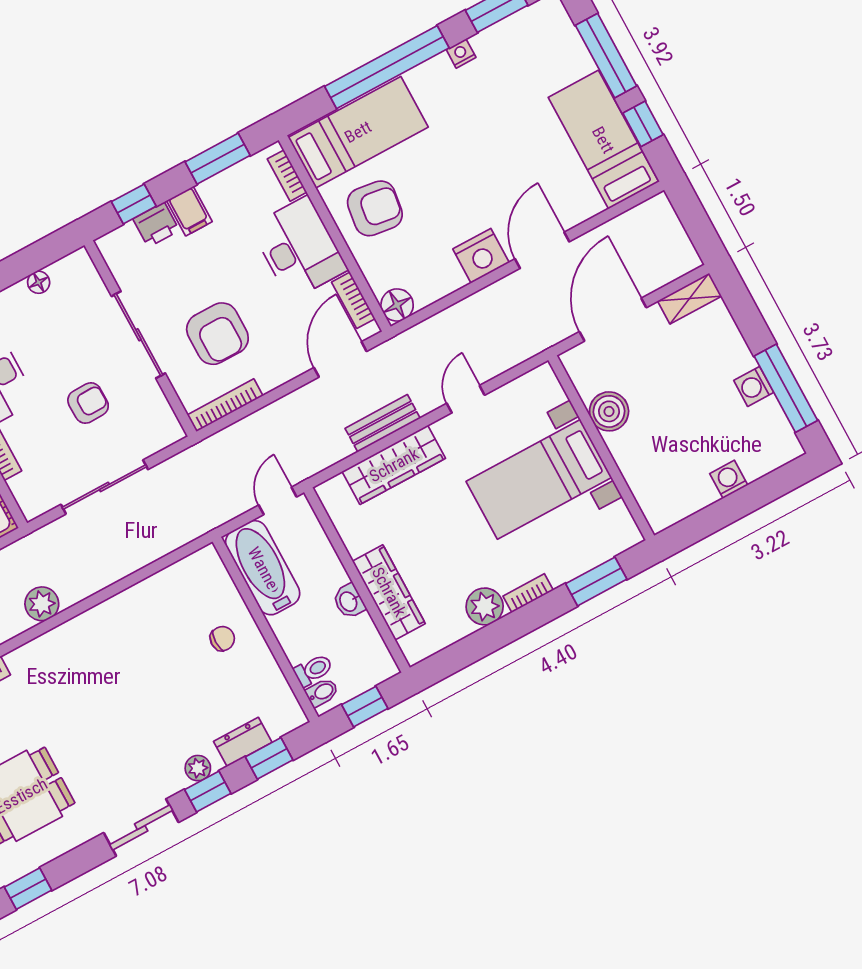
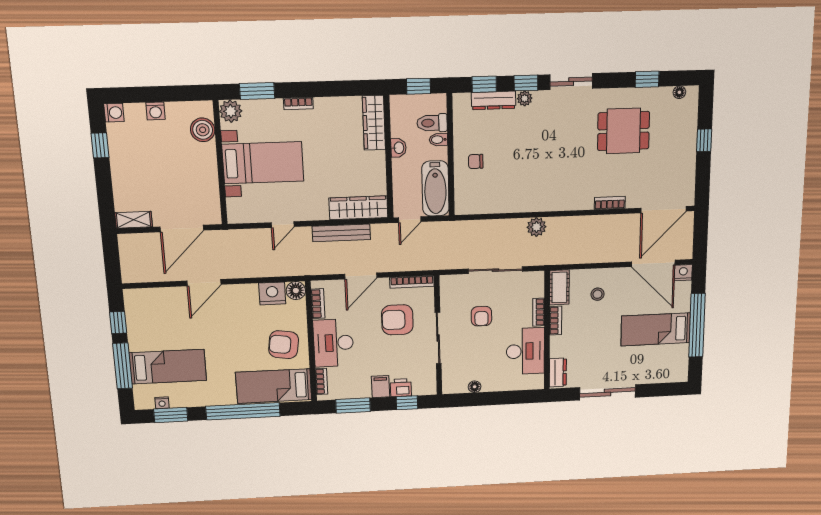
nightstand: (461, 53) -> (162, 403), moved
bed: (603, 140) -> (168, 367), moved, turned -90
nightstand: (481, 256) -> (272, 293), moved
armchair: (217, 334) -> (397, 320), turned -90
door: (340, 359) -> (361, 276), moved
washing machine: (754, 386) -> (114, 113), moved
window: (786, 388) -> (100, 145), width x0.46
armchair: (88, 403) -> (481, 316), turned -89
boiler: (609, 411) -> (203, 130), moved
bench: (383, 423) -> (341, 233), width x1.36
wardrobe: (394, 465) -> (358, 208), moved
wardrobe: (389, 592) -> (374, 123), moved
plant: (42, 604) -> (536, 227), moved
plant: (485, 606) -> (231, 111), moved
toilet: (313, 670) -> (432, 123), width x1.37, depth x1.39
bidet: (322, 692) -> (438, 140), moved
dresser: (243, 742) -> (494, 100), width x1.44

